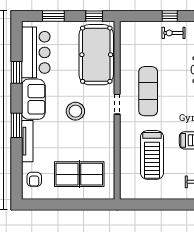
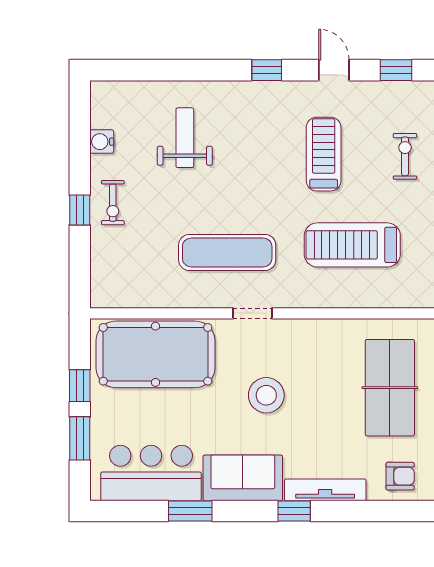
window: (94, 16) -> (80, 386), moved
window: (16, 125) -> (294, 511), width x0.67
treadmill: (152, 155) -> (352, 245), turned 180

